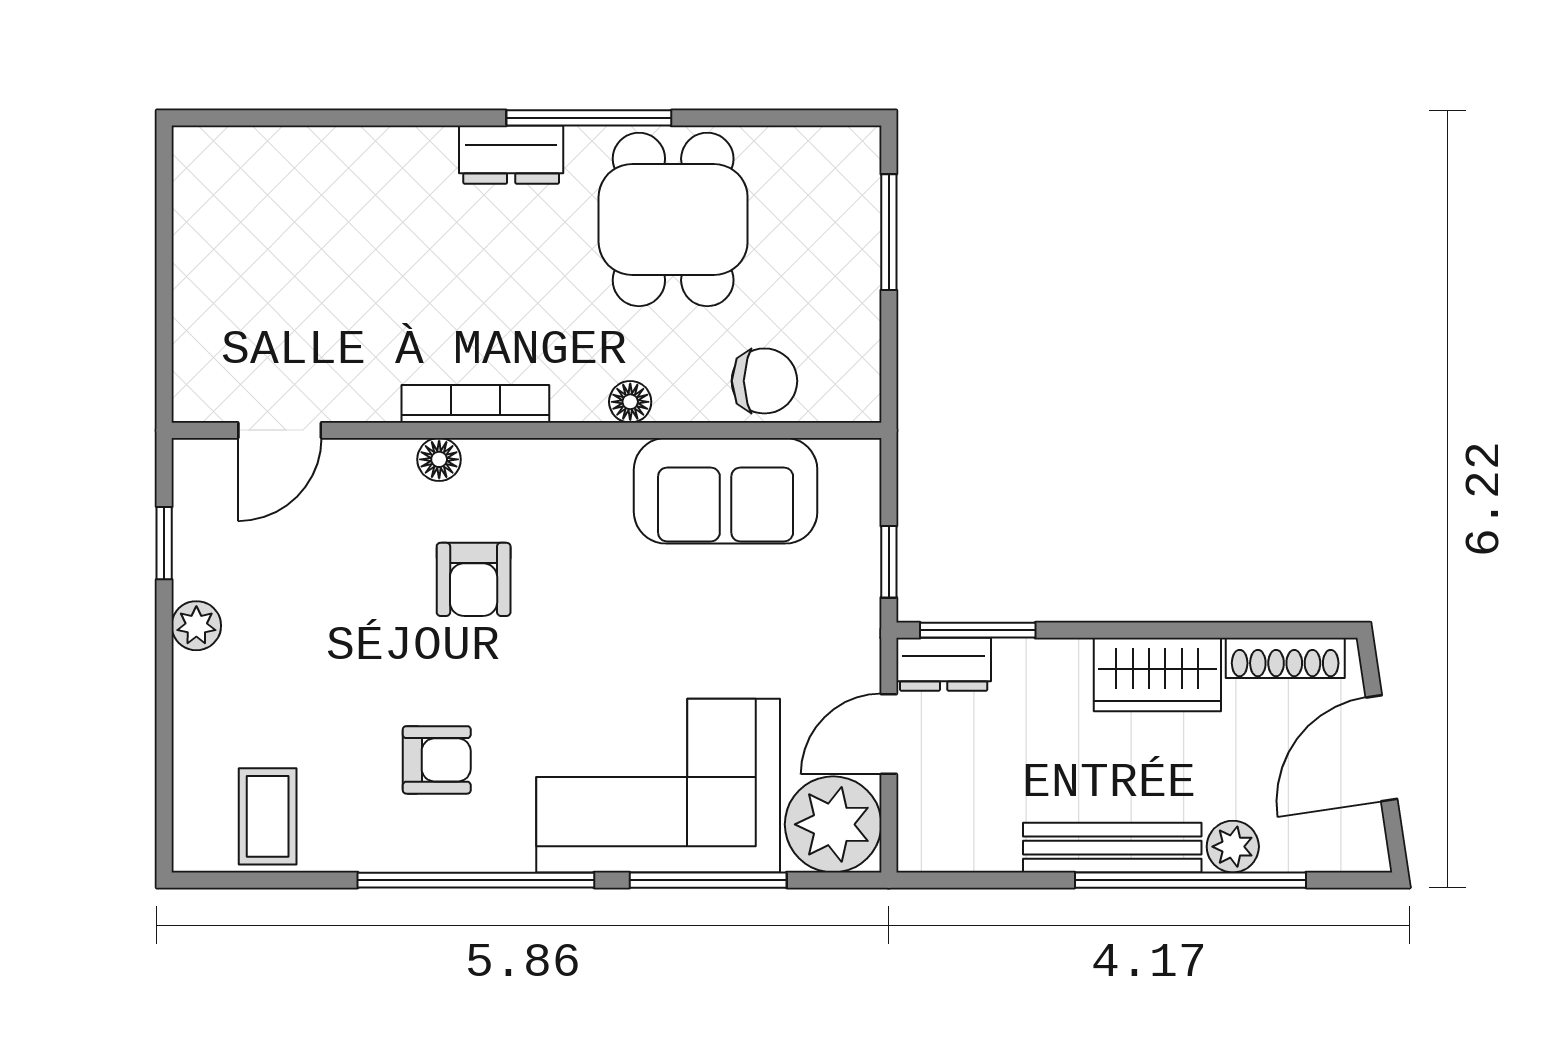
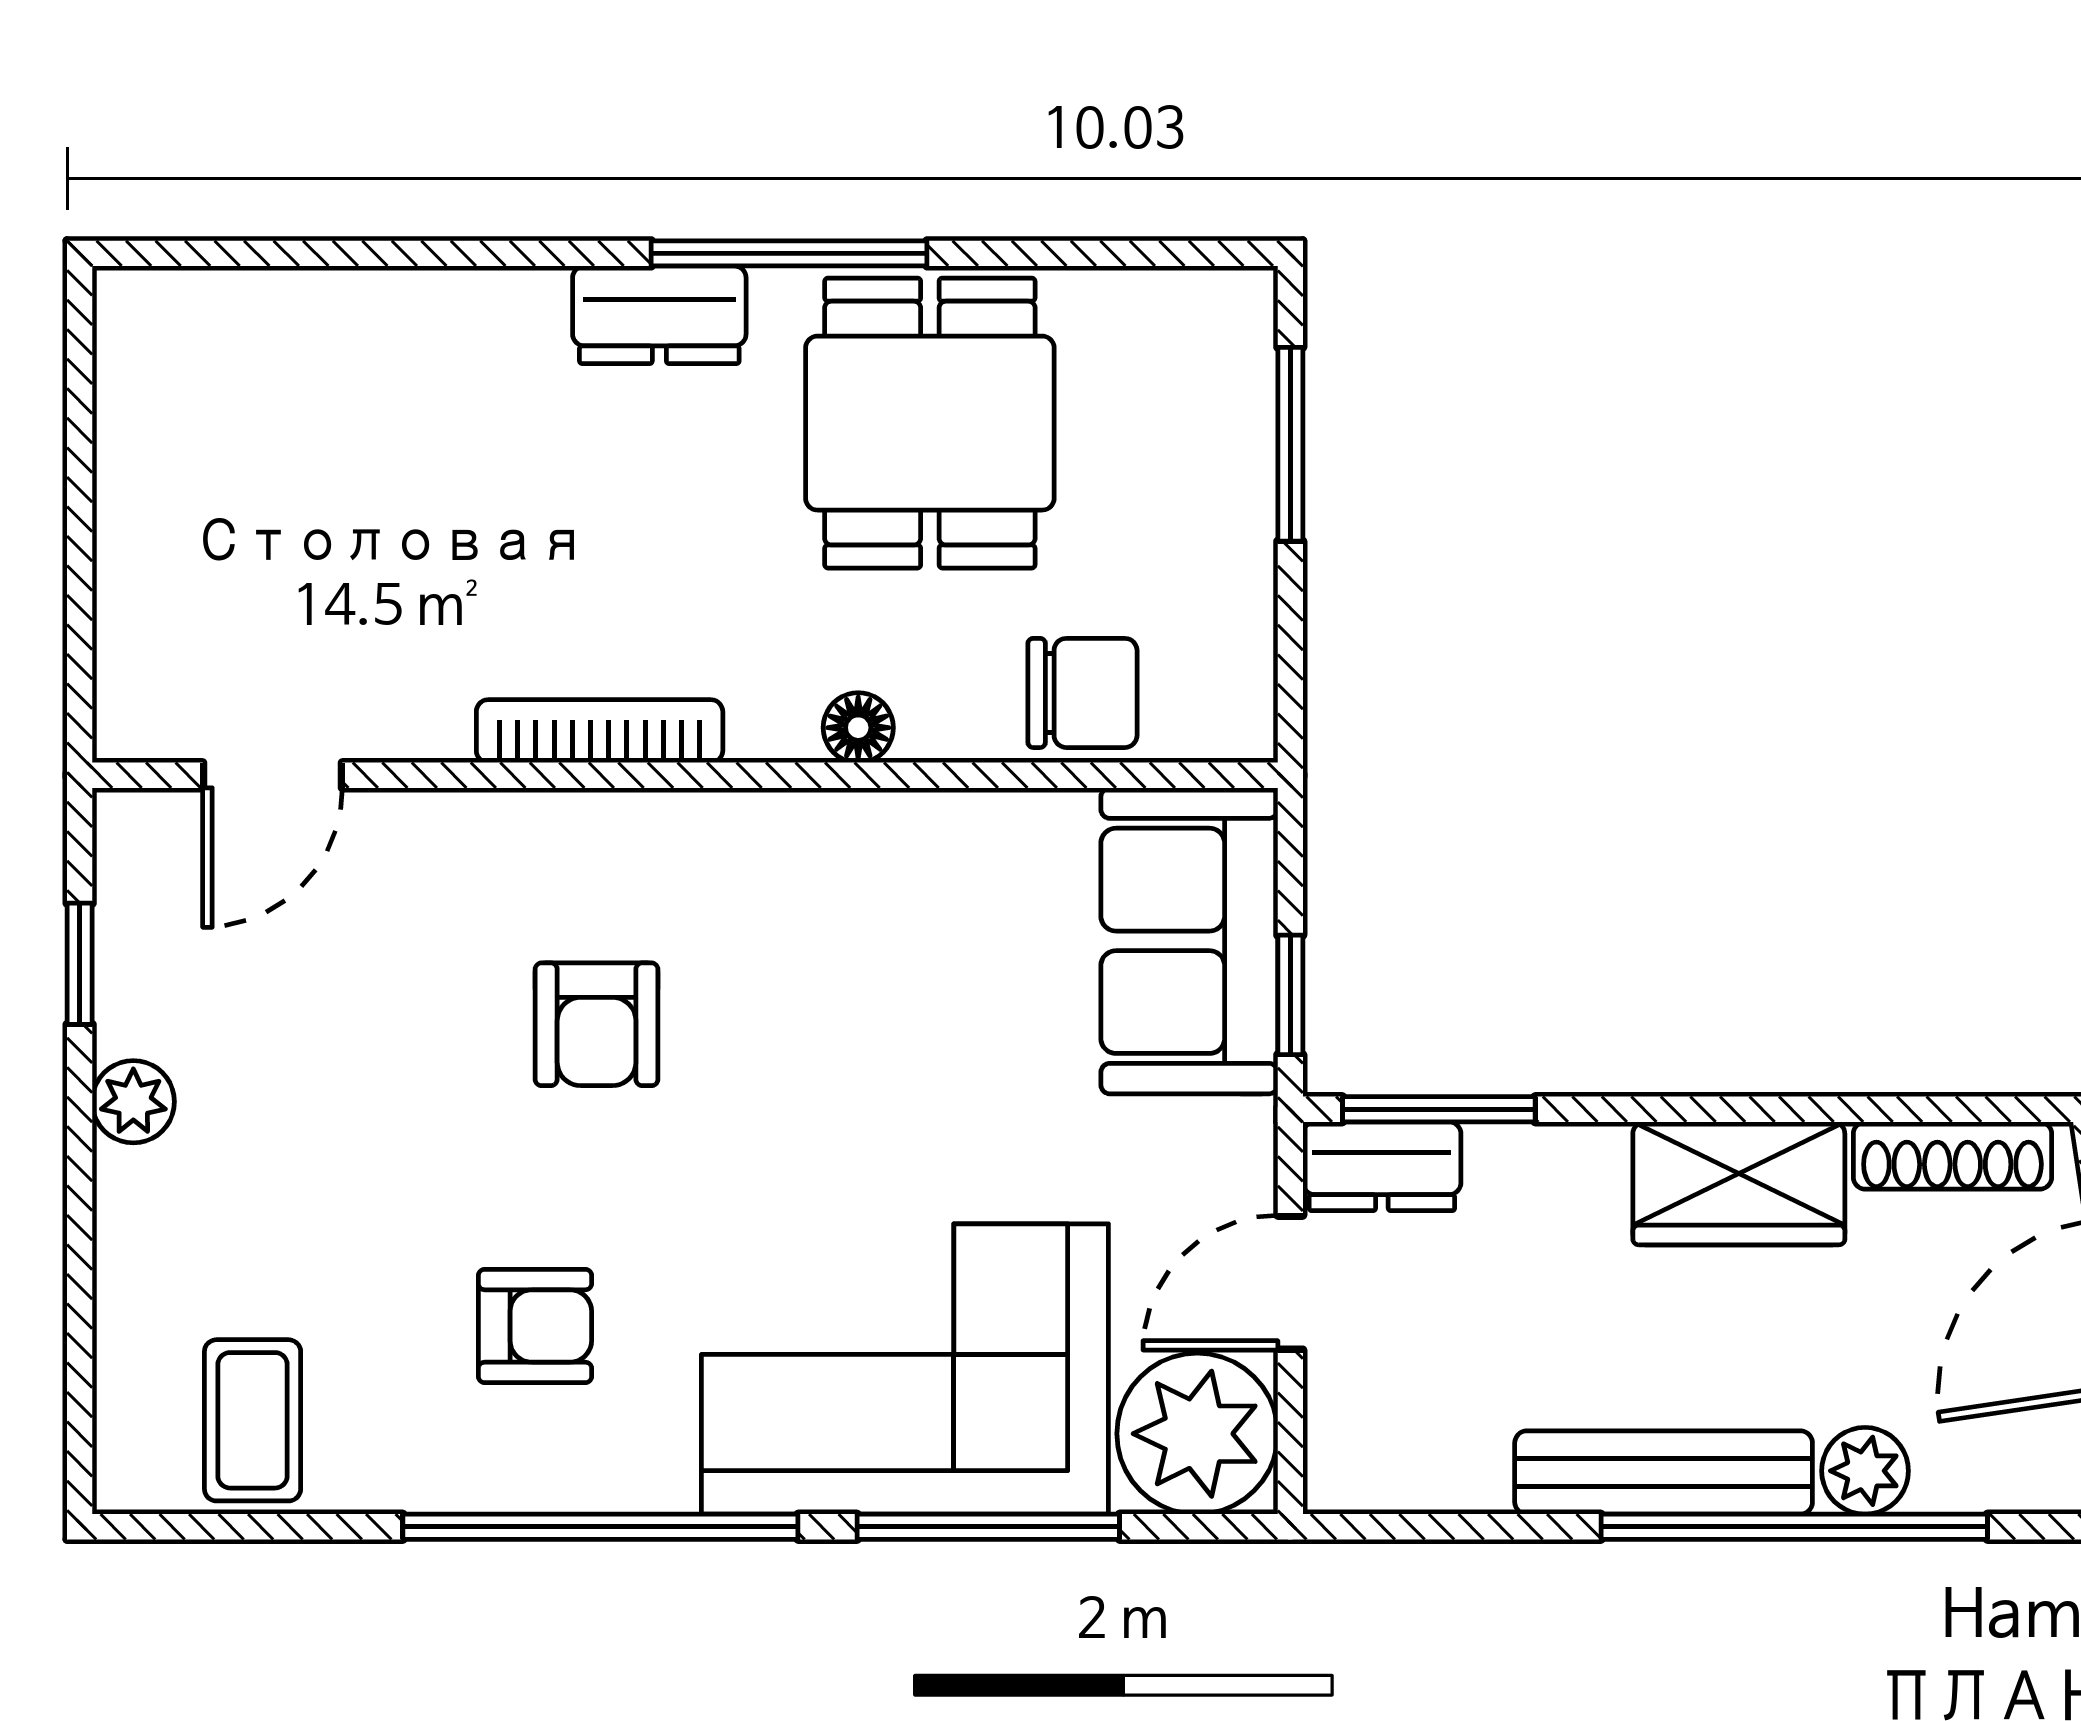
floor lamp: (439, 459) -> (539, 824), removed
sofa: (726, 491) -> (1189, 941), moved, turned 90

